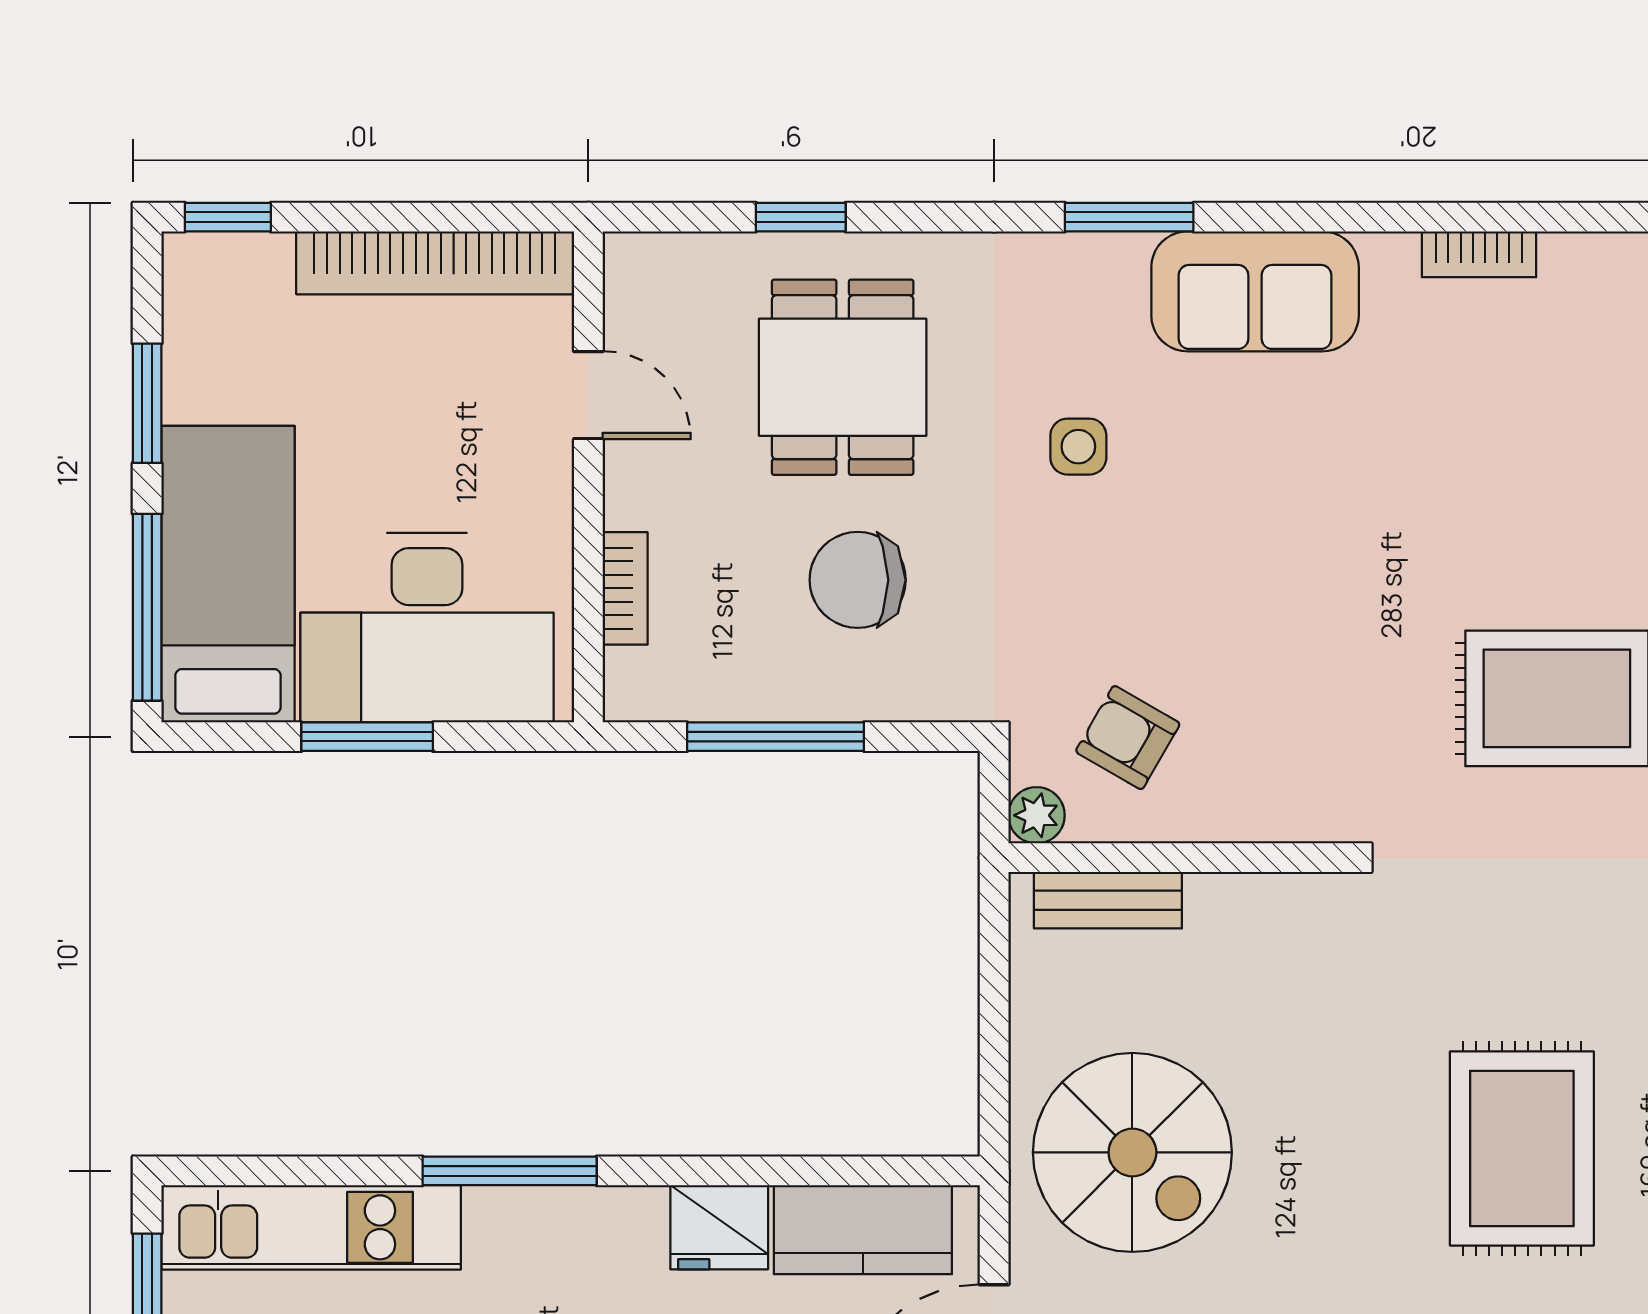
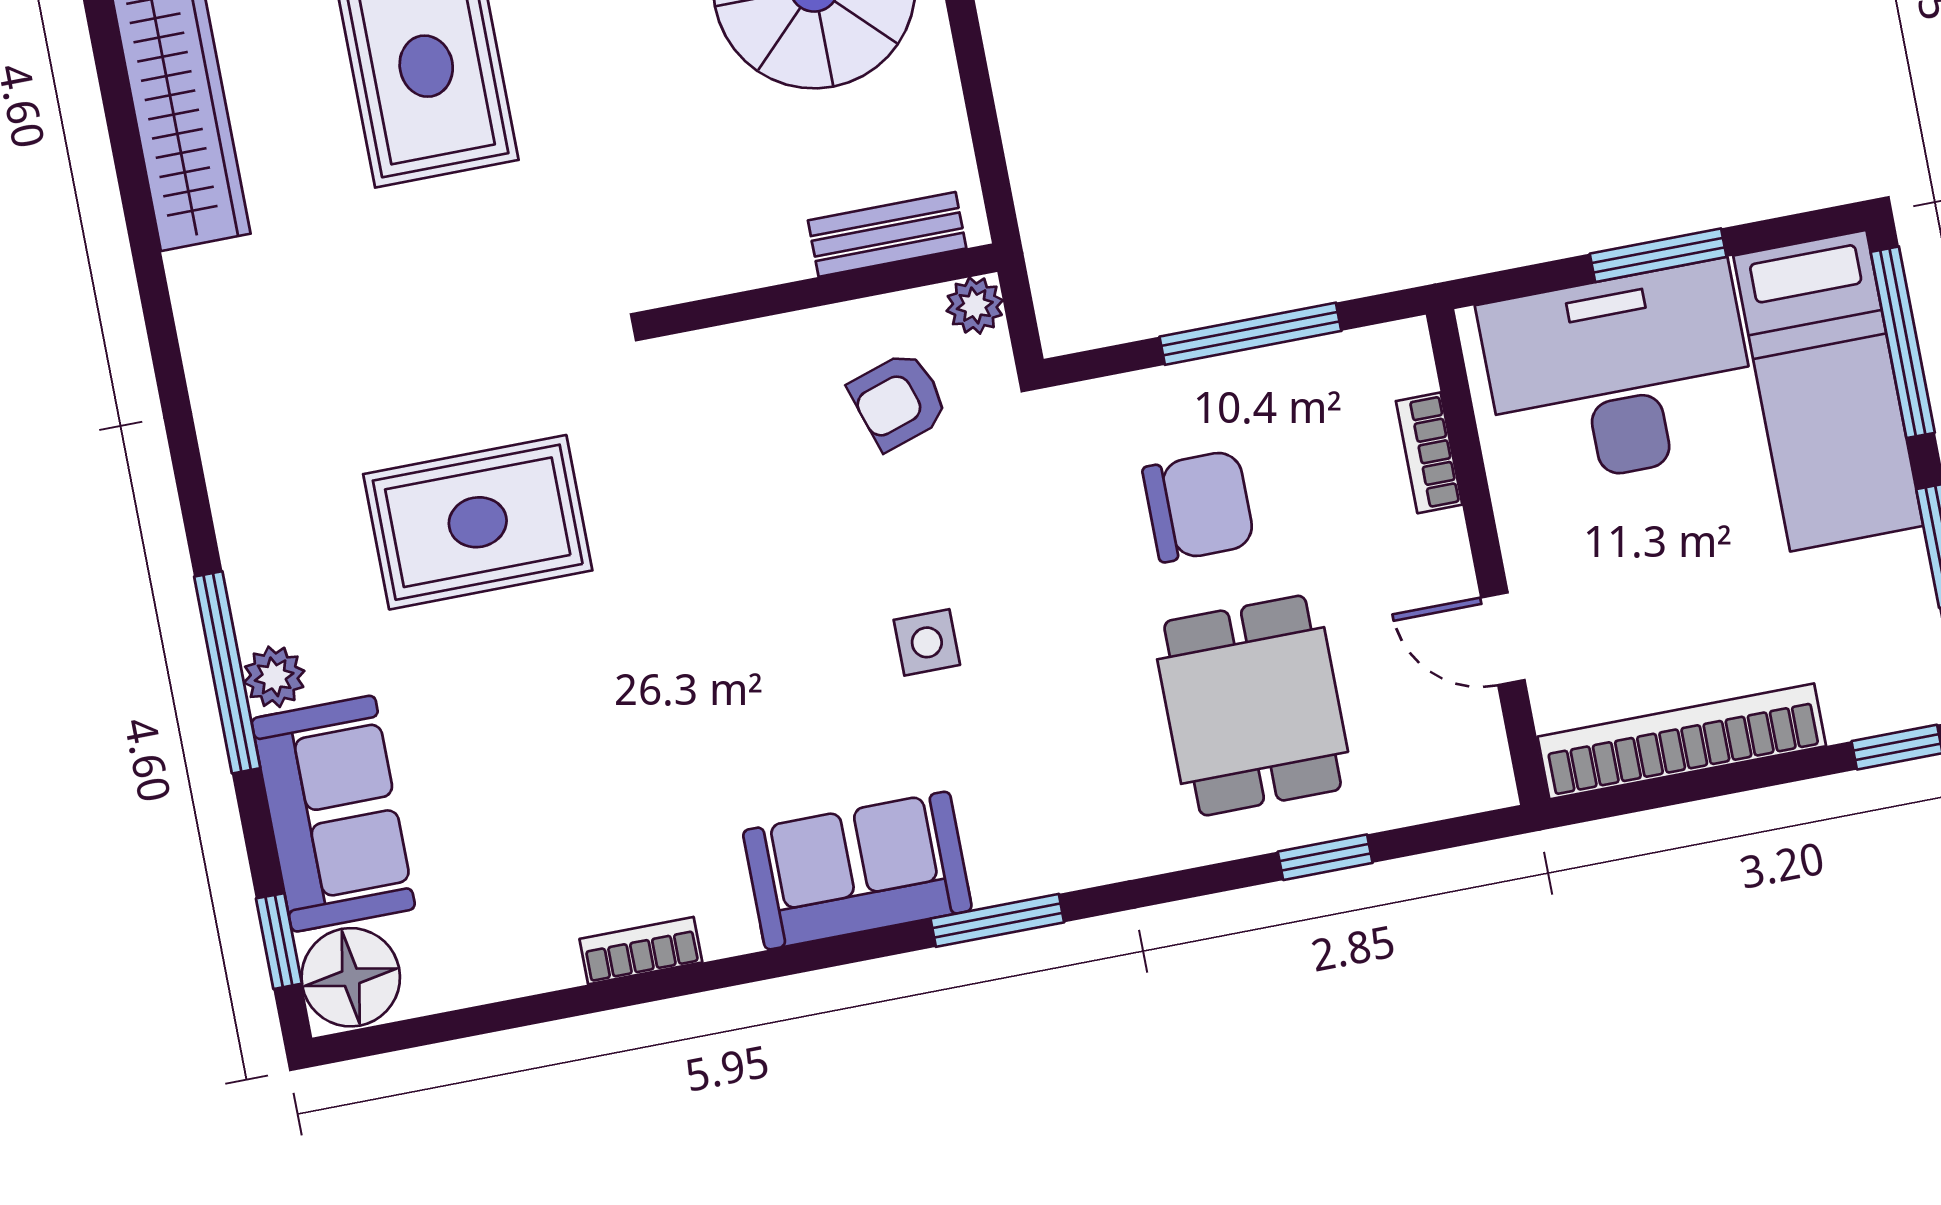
side table: (1078, 447) -> (927, 642), moved
armchair: (1128, 738) -> (899, 401), turned 132

